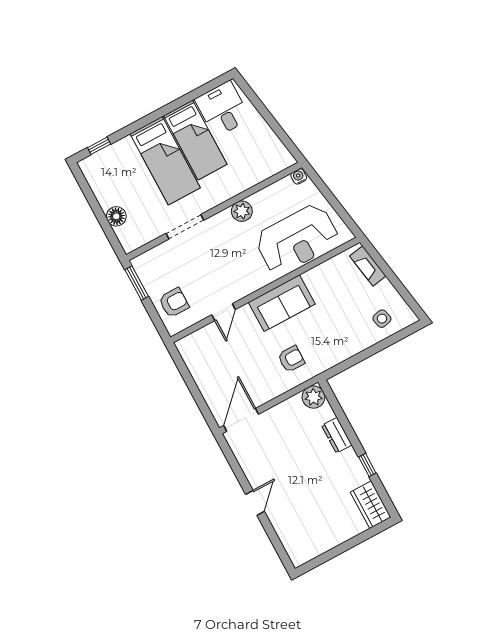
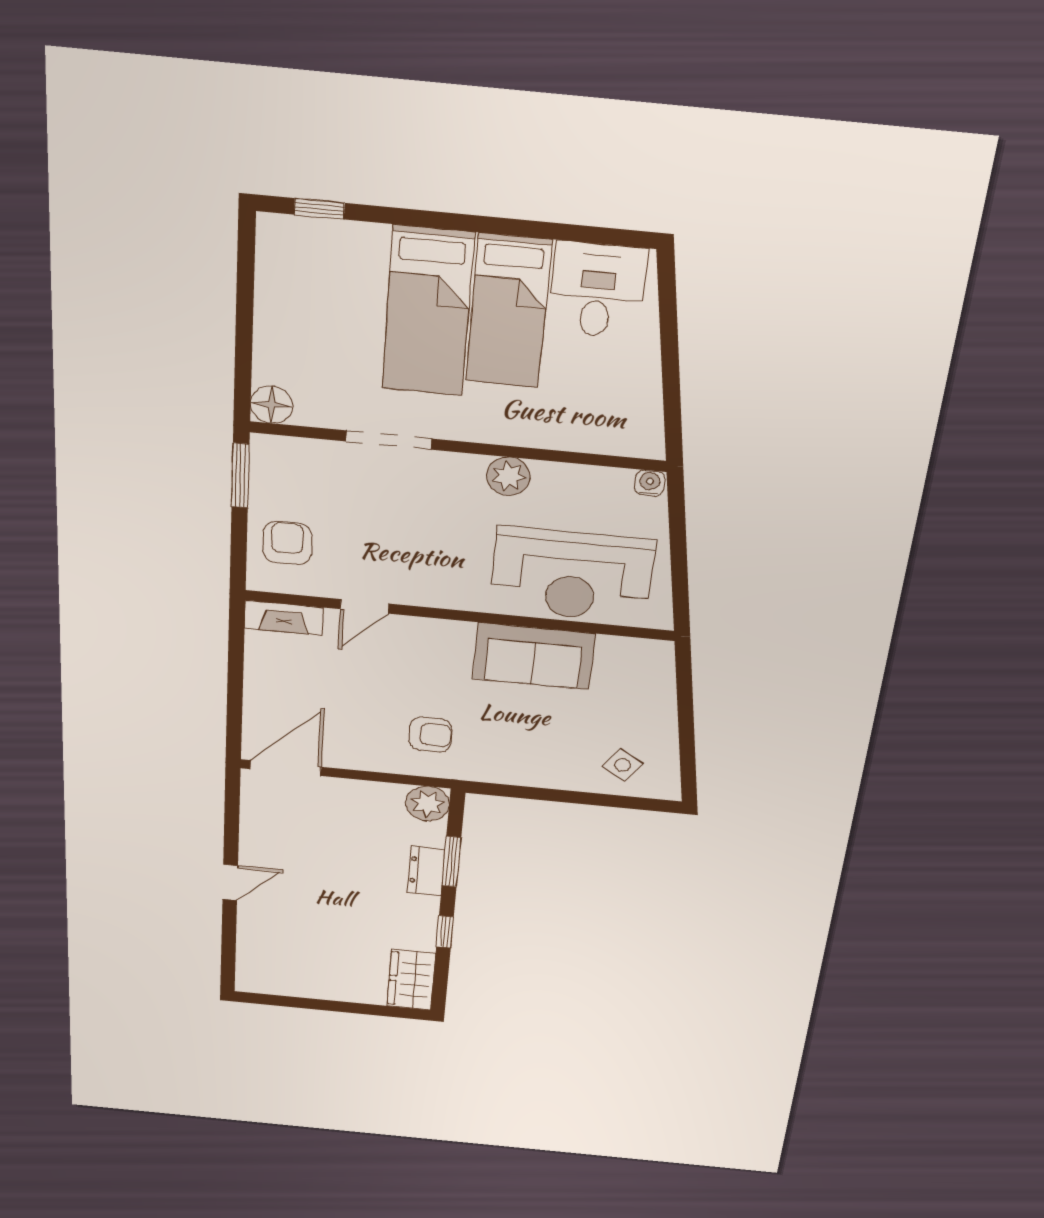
floor lamp: (116, 216) -> (272, 405), moved
fireplace: (368, 266) -> (284, 618), moved, turned -81
armchair: (174, 303) -> (287, 543), turned -90
sofa: (282, 303) -> (534, 656), moved
side table: (382, 319) -> (622, 765), turned 45
window: (344, 422) -> (451, 862), added

